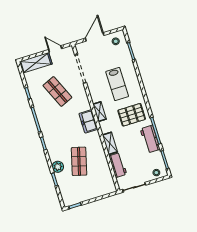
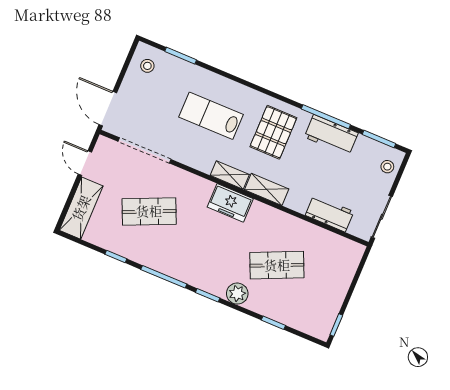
door: (95, 37) -> (108, 109), moved
door: (55, 49) -> (85, 163), hinge flipped
lab bench: (117, 84) -> (211, 116), turned 180
shelving: (110, 143) -> (267, 189), moved
shop shelf: (79, 161) -> (277, 265), turned -39
plant: (58, 167) -> (237, 294), moved

